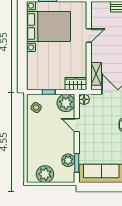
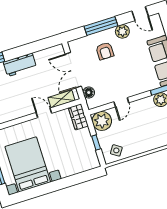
door: (89, 35) -> (44, 113), moved
floor lamp: (84, 99) -> (89, 93), moved

